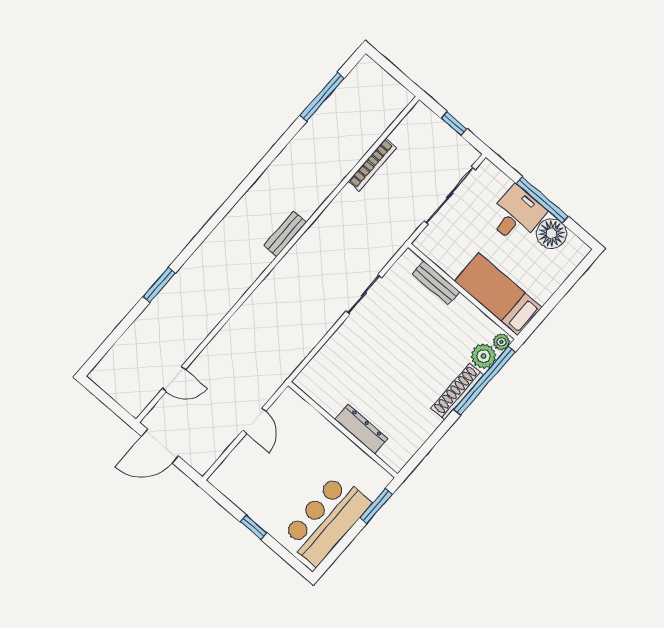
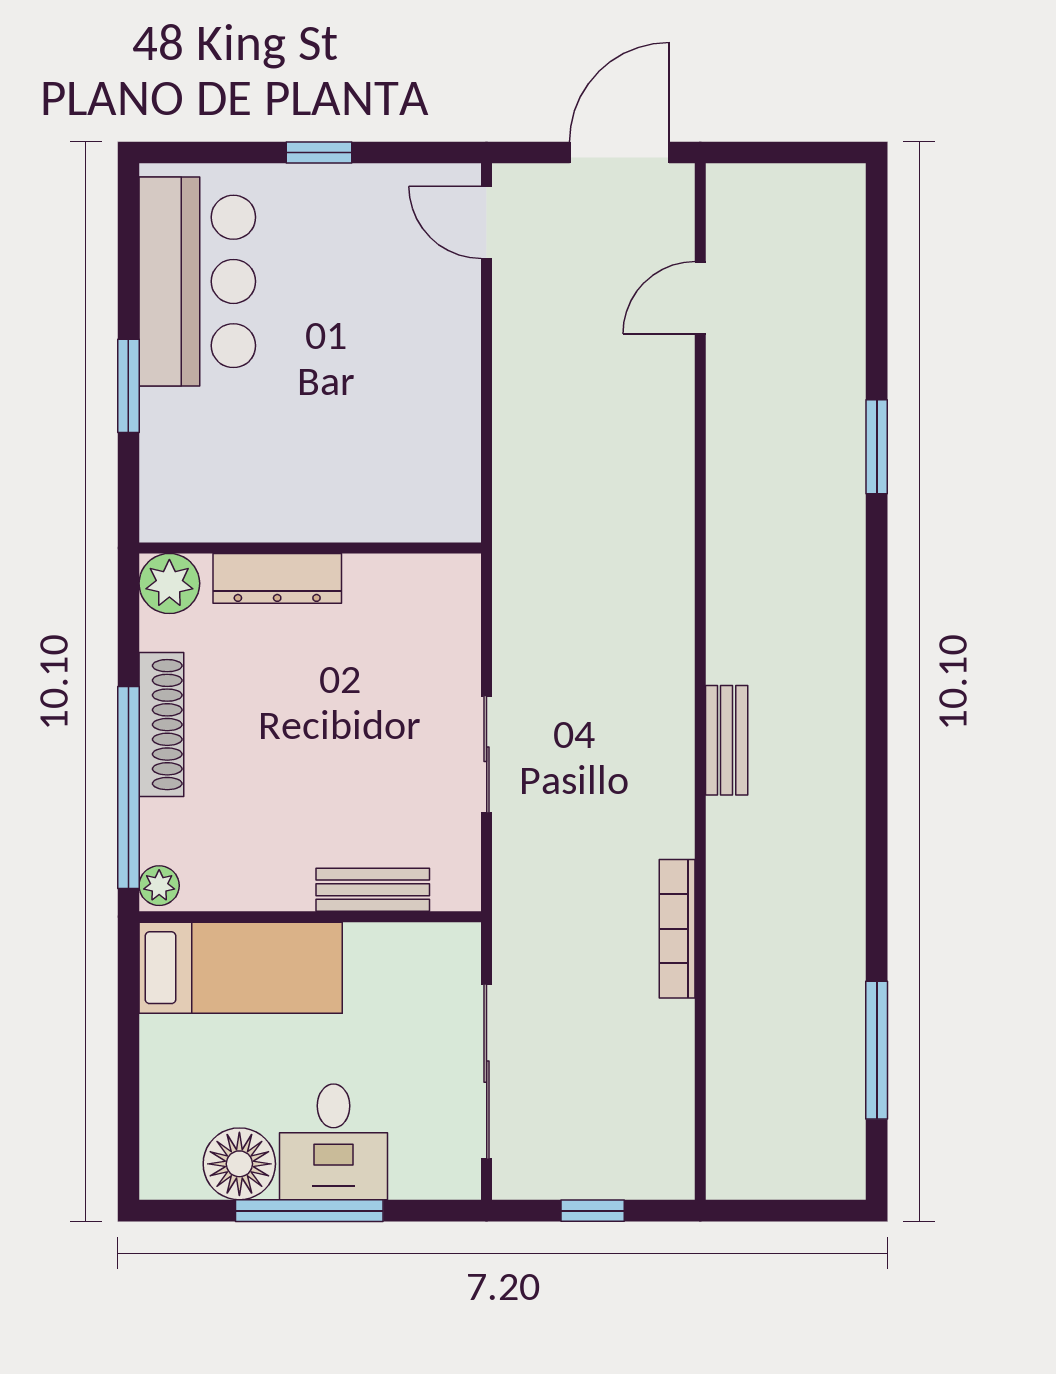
bookcase: (372, 165) -> (677, 929), moved
plant: (484, 356) -> (169, 583), moved
door: (254, 421) -> (487, 222), moved
dresser: (361, 429) -> (277, 578), moved
wall: (343, 430) -> (310, 548), moved

